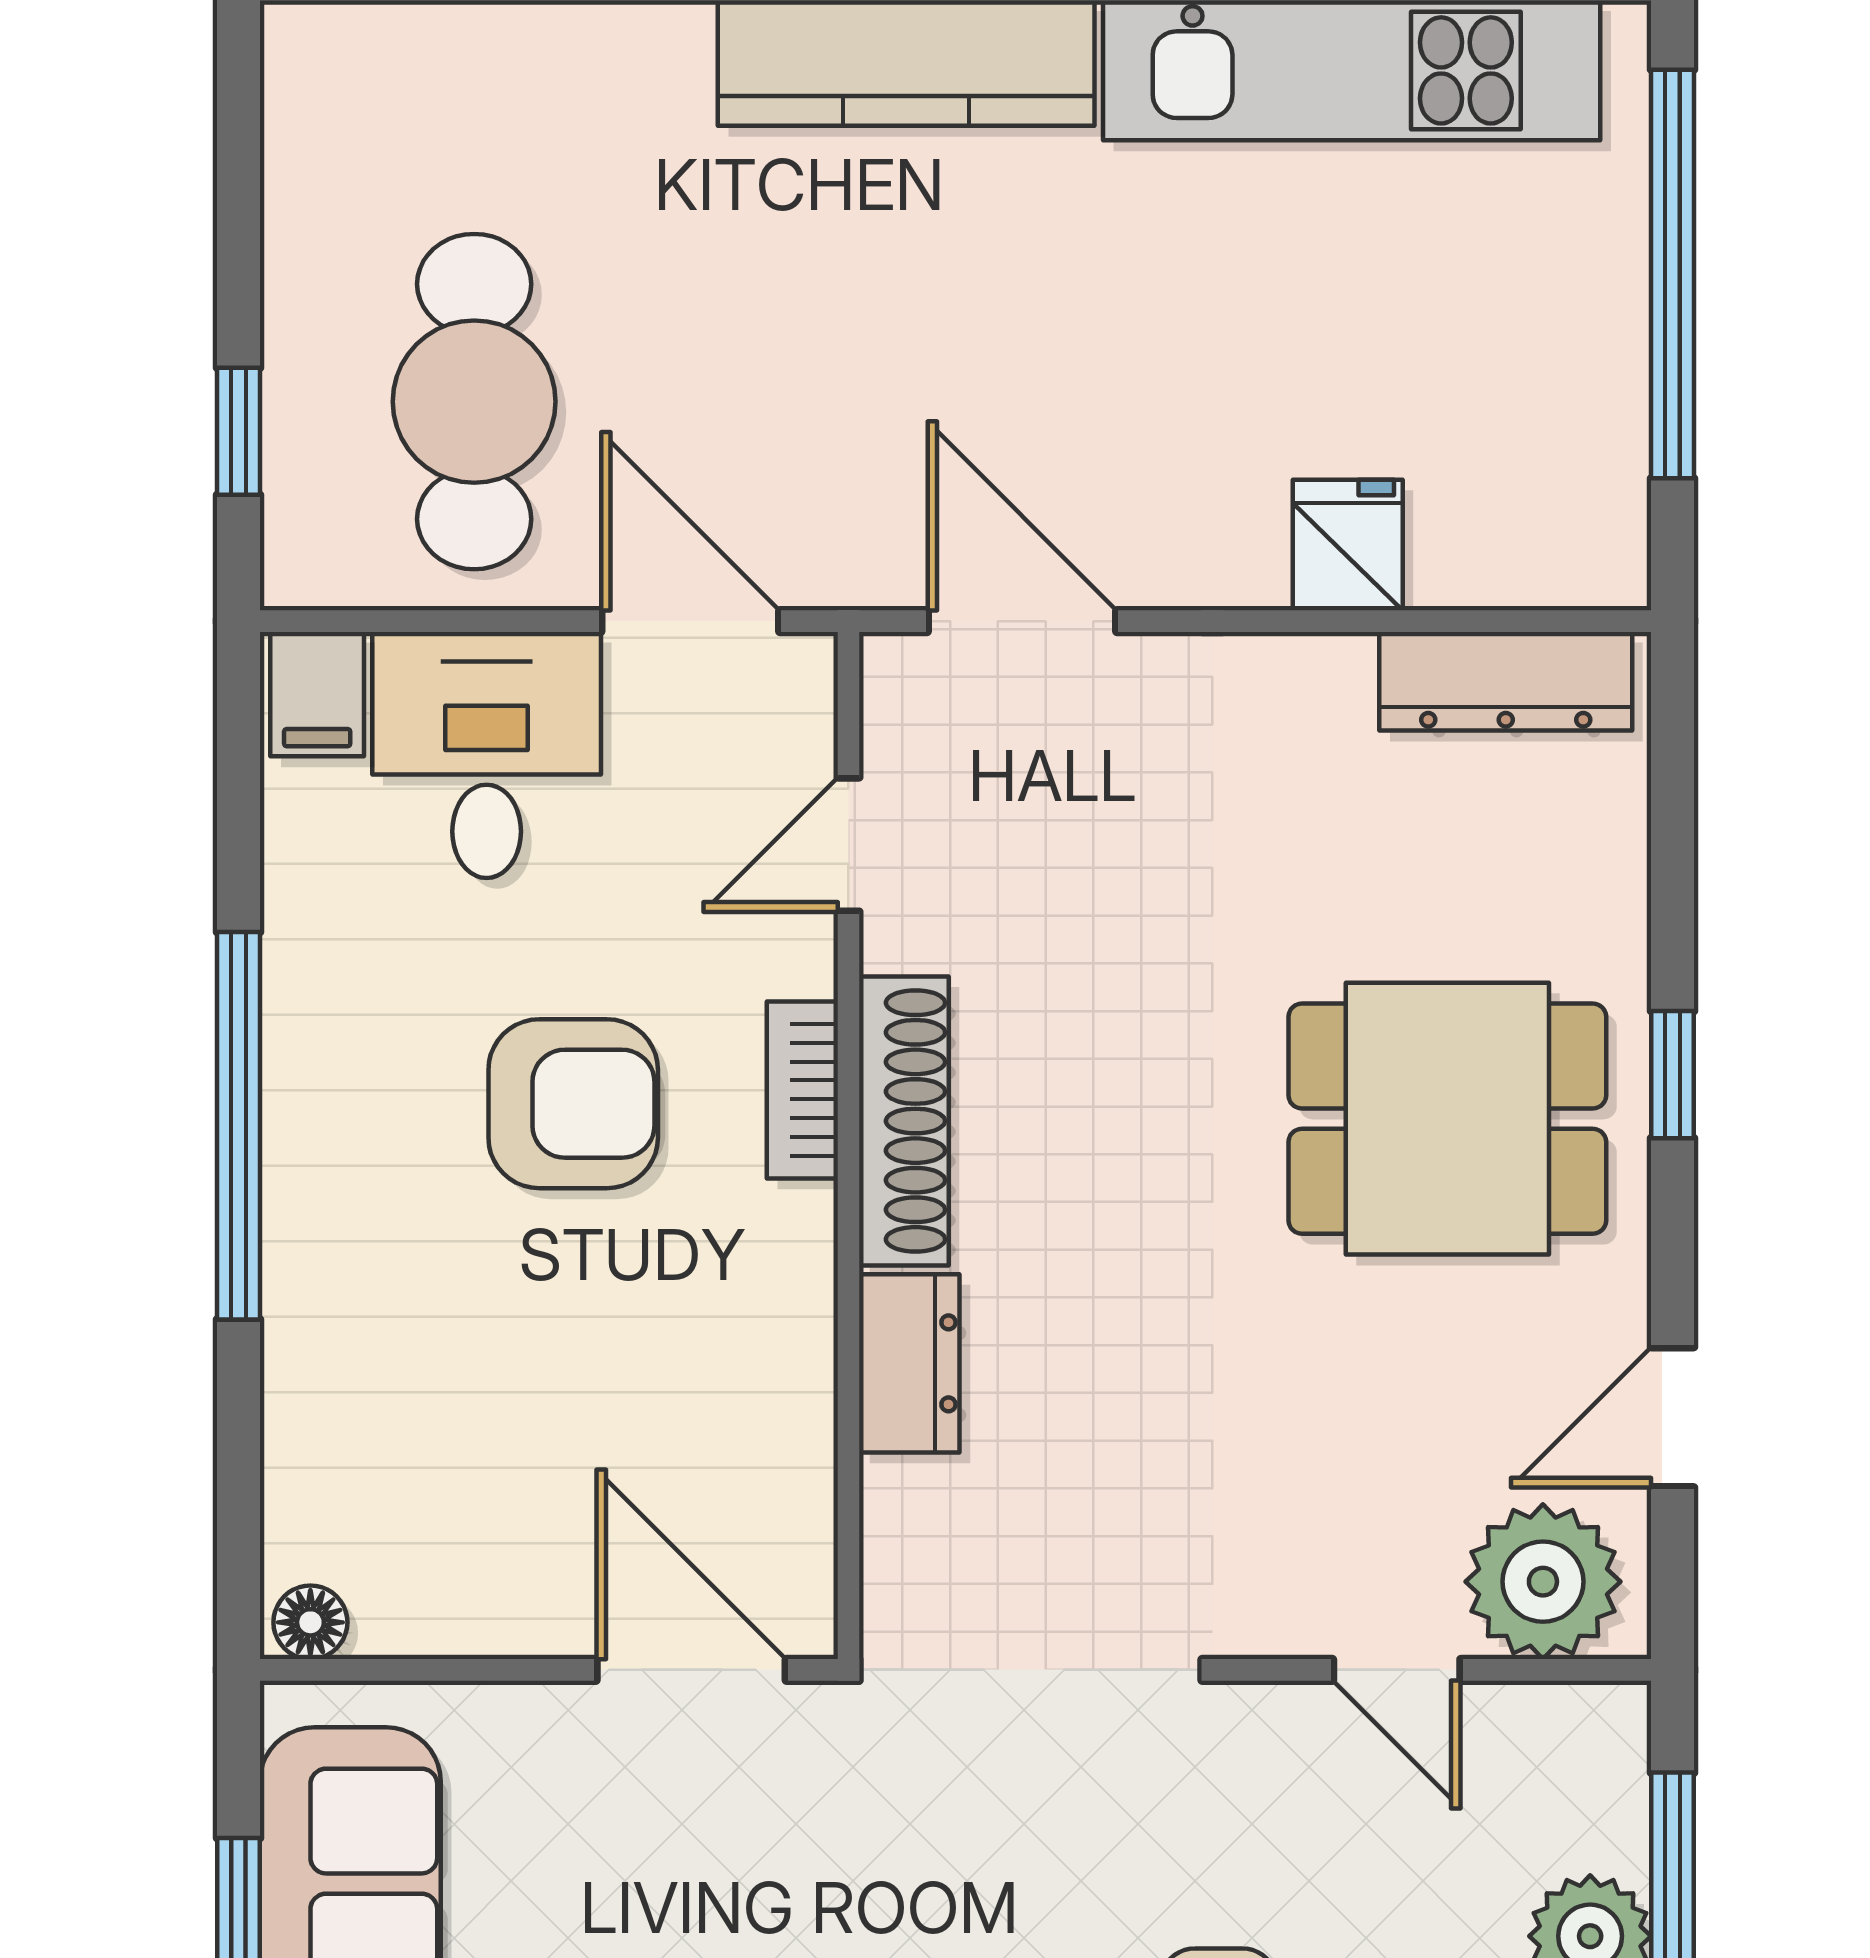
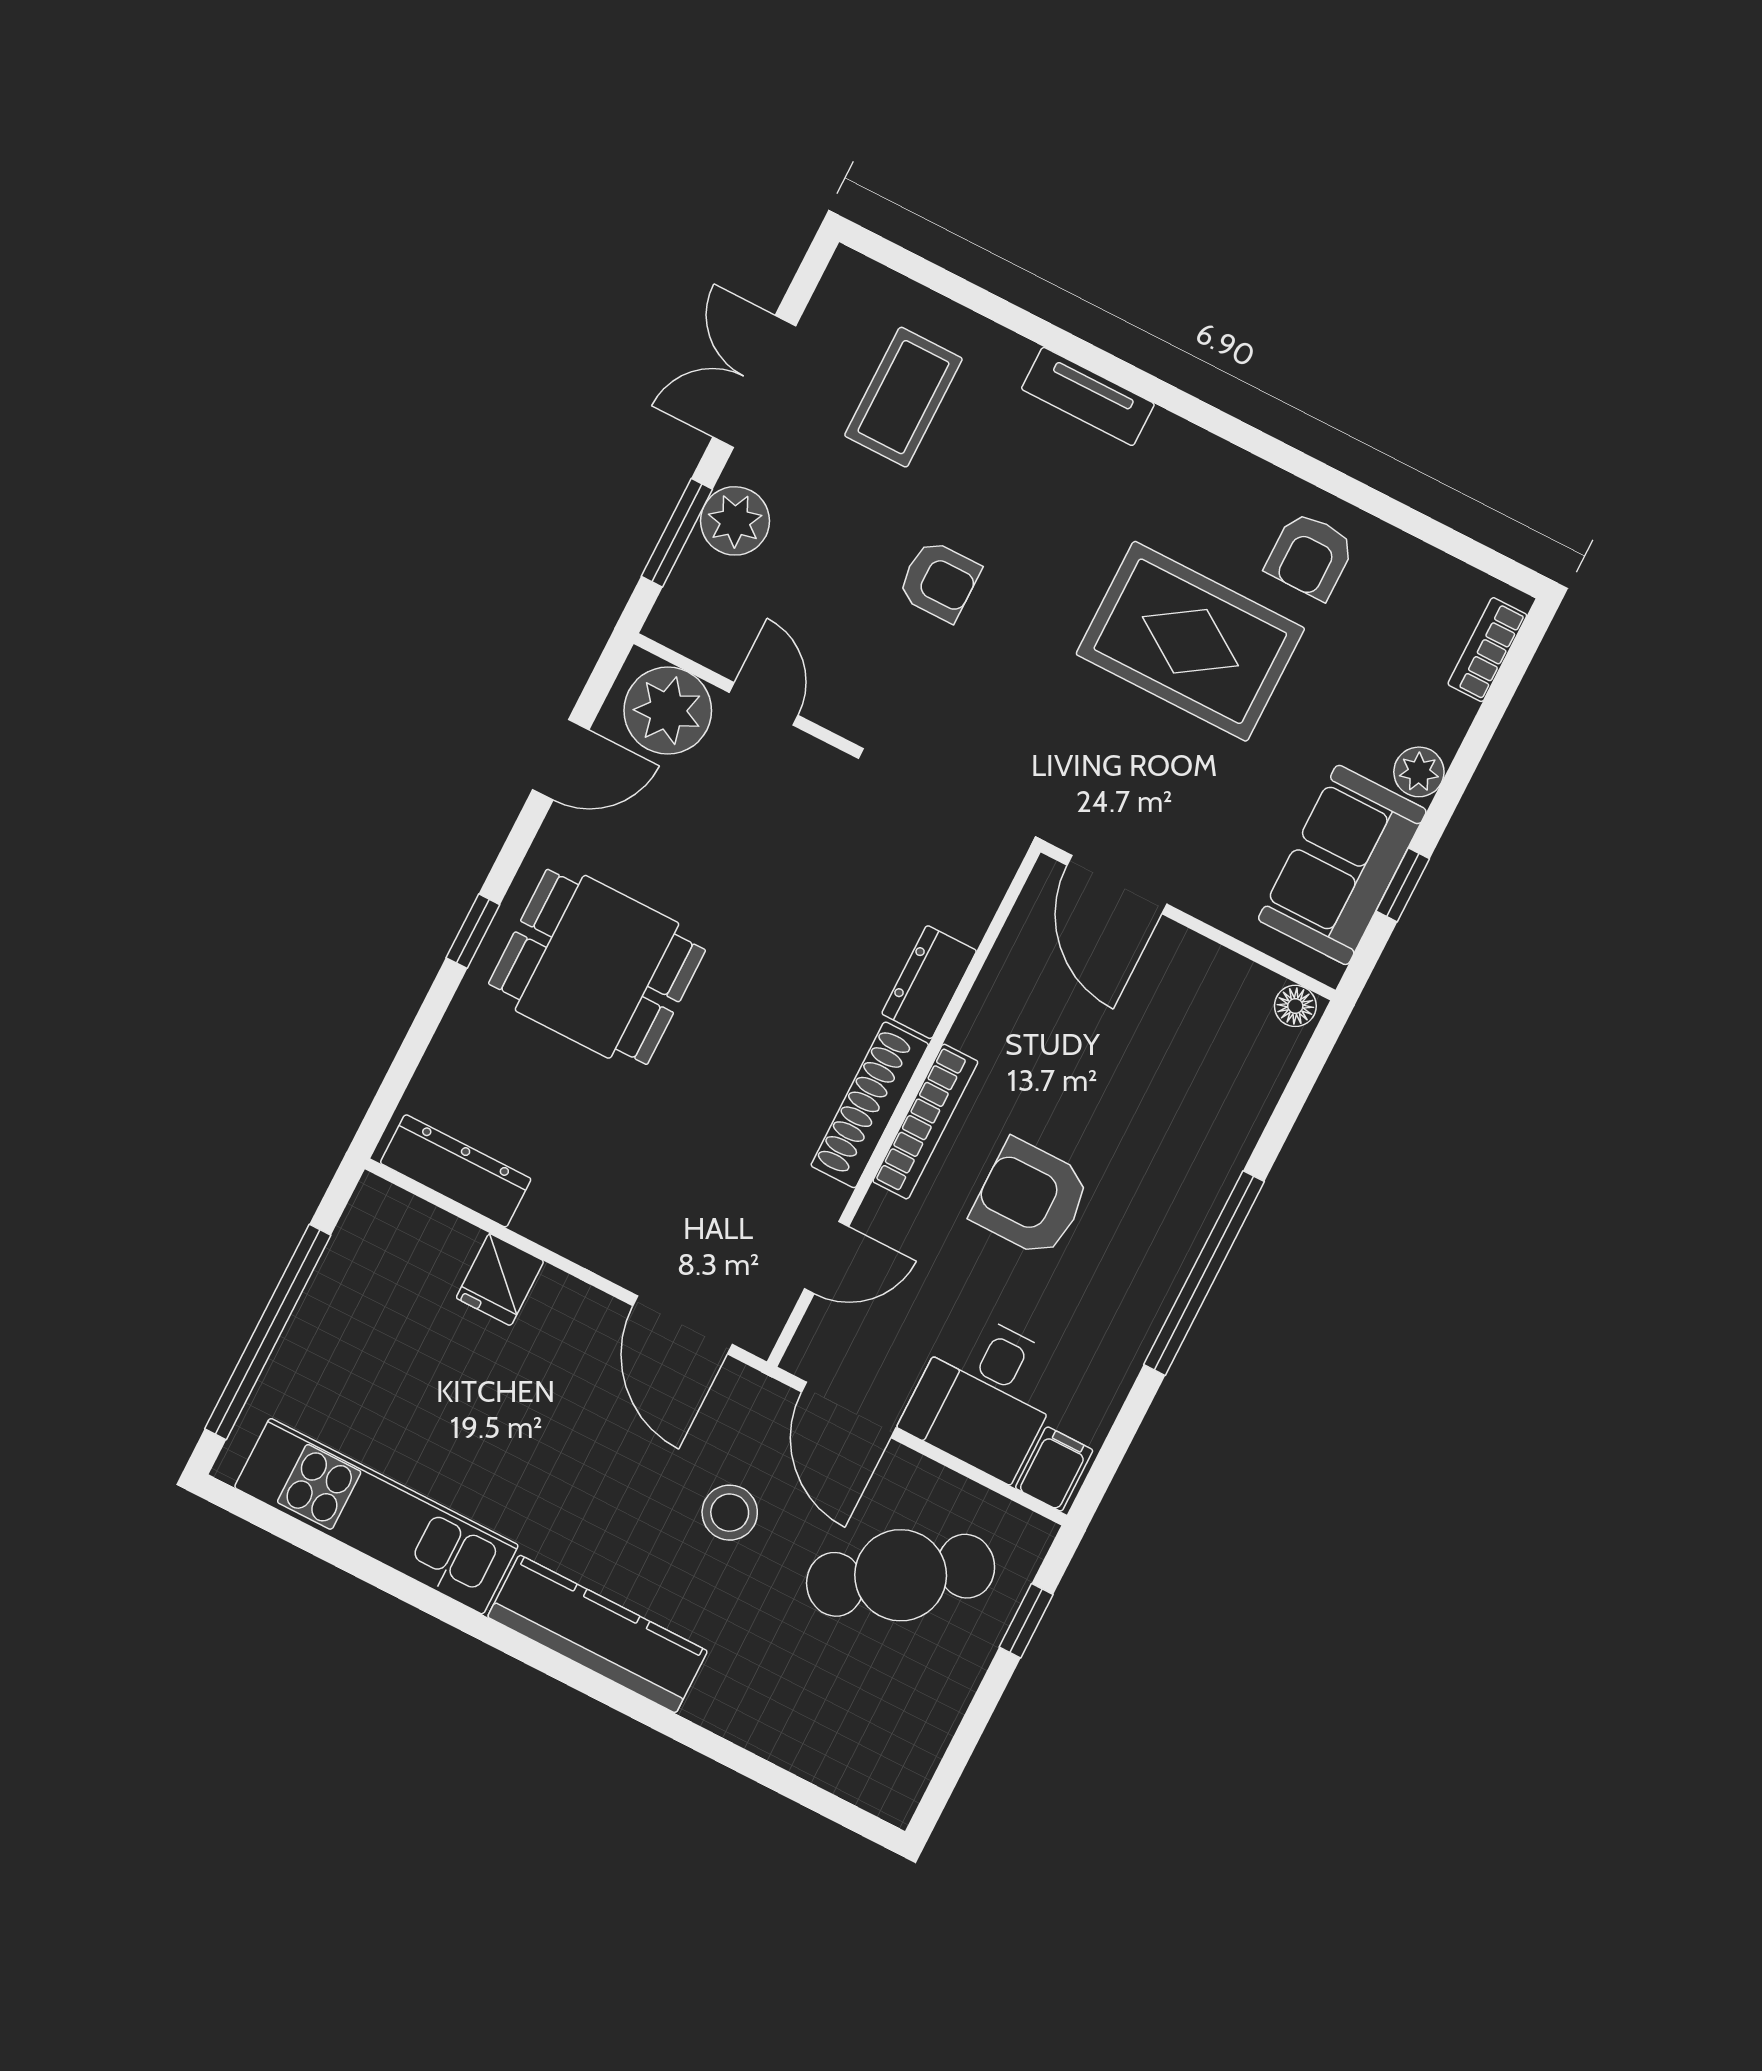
stool: (795, 362) -> (730, 1513), added
cafe table: (474, 402) -> (901, 1575), turned 55
bookcase: (802, 1090) -> (925, 1122), width x1.56

